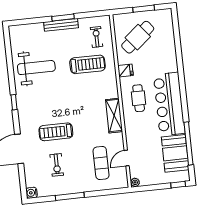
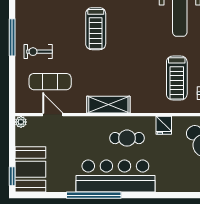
treadmill: (56, 132) -> (96, 29), turned 180
window: (189, 143) -> (94, 195), moved
booth: (175, 153) -> (30, 169), moved, turned 90
exercise bike: (57, 165) -> (38, 52), moved

